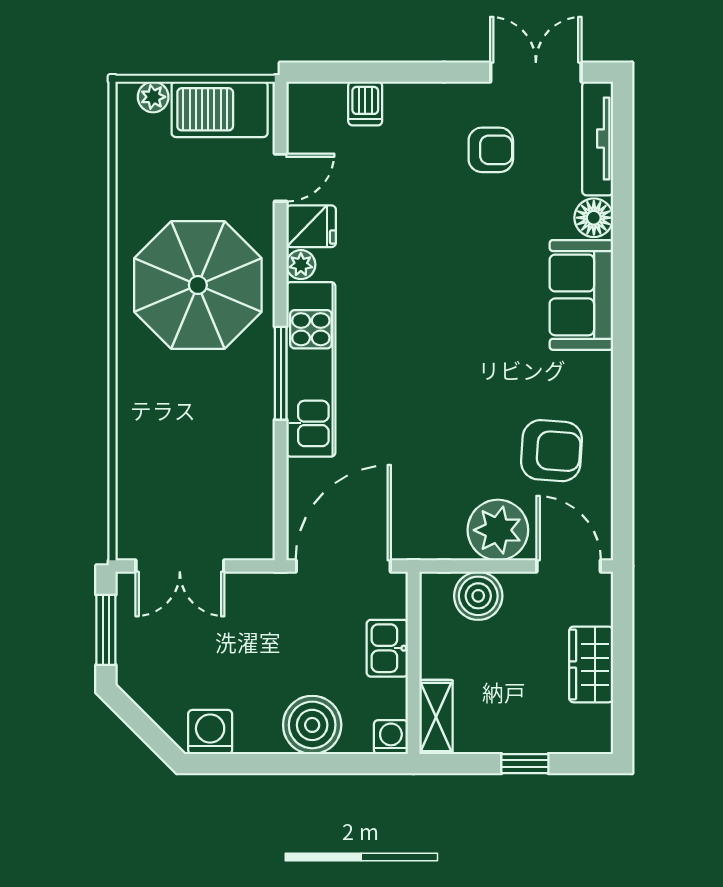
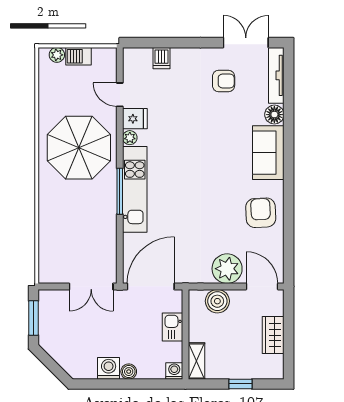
barbecue: (220, 109) -> (79, 56), width x0.53, depth x0.65
door: (281, 178) -> (120, 95), swing flipped
armchair: (552, 451) -> (261, 213), moved, turned -97
double door: (180, 566) -> (91, 286), moved
boiler: (312, 725) -> (129, 372), width x0.54, depth x0.54
washing machine: (210, 732) -> (109, 368), moved

